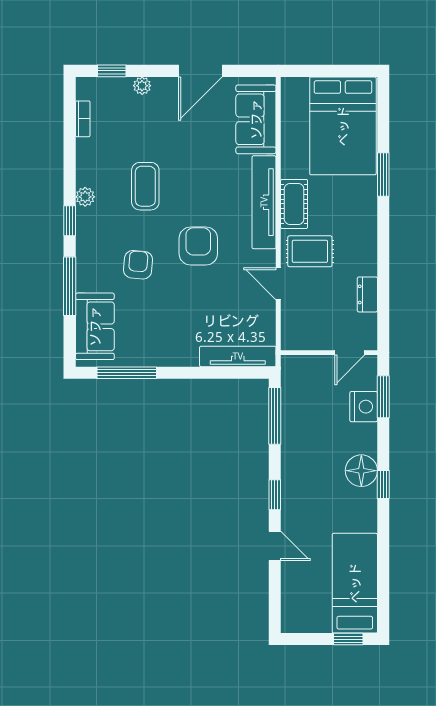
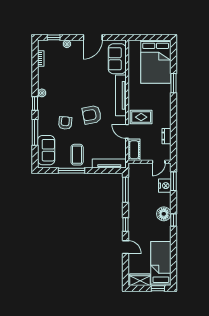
coffee table: (145, 186) -> (77, 155), moved
cot: (294, 204) -> (134, 150), moved
armchair: (198, 246) -> (92, 115), turned -101
window: (127, 373) -> (72, 171), moved
wardrobe: (308, 620) -> (140, 280), added

